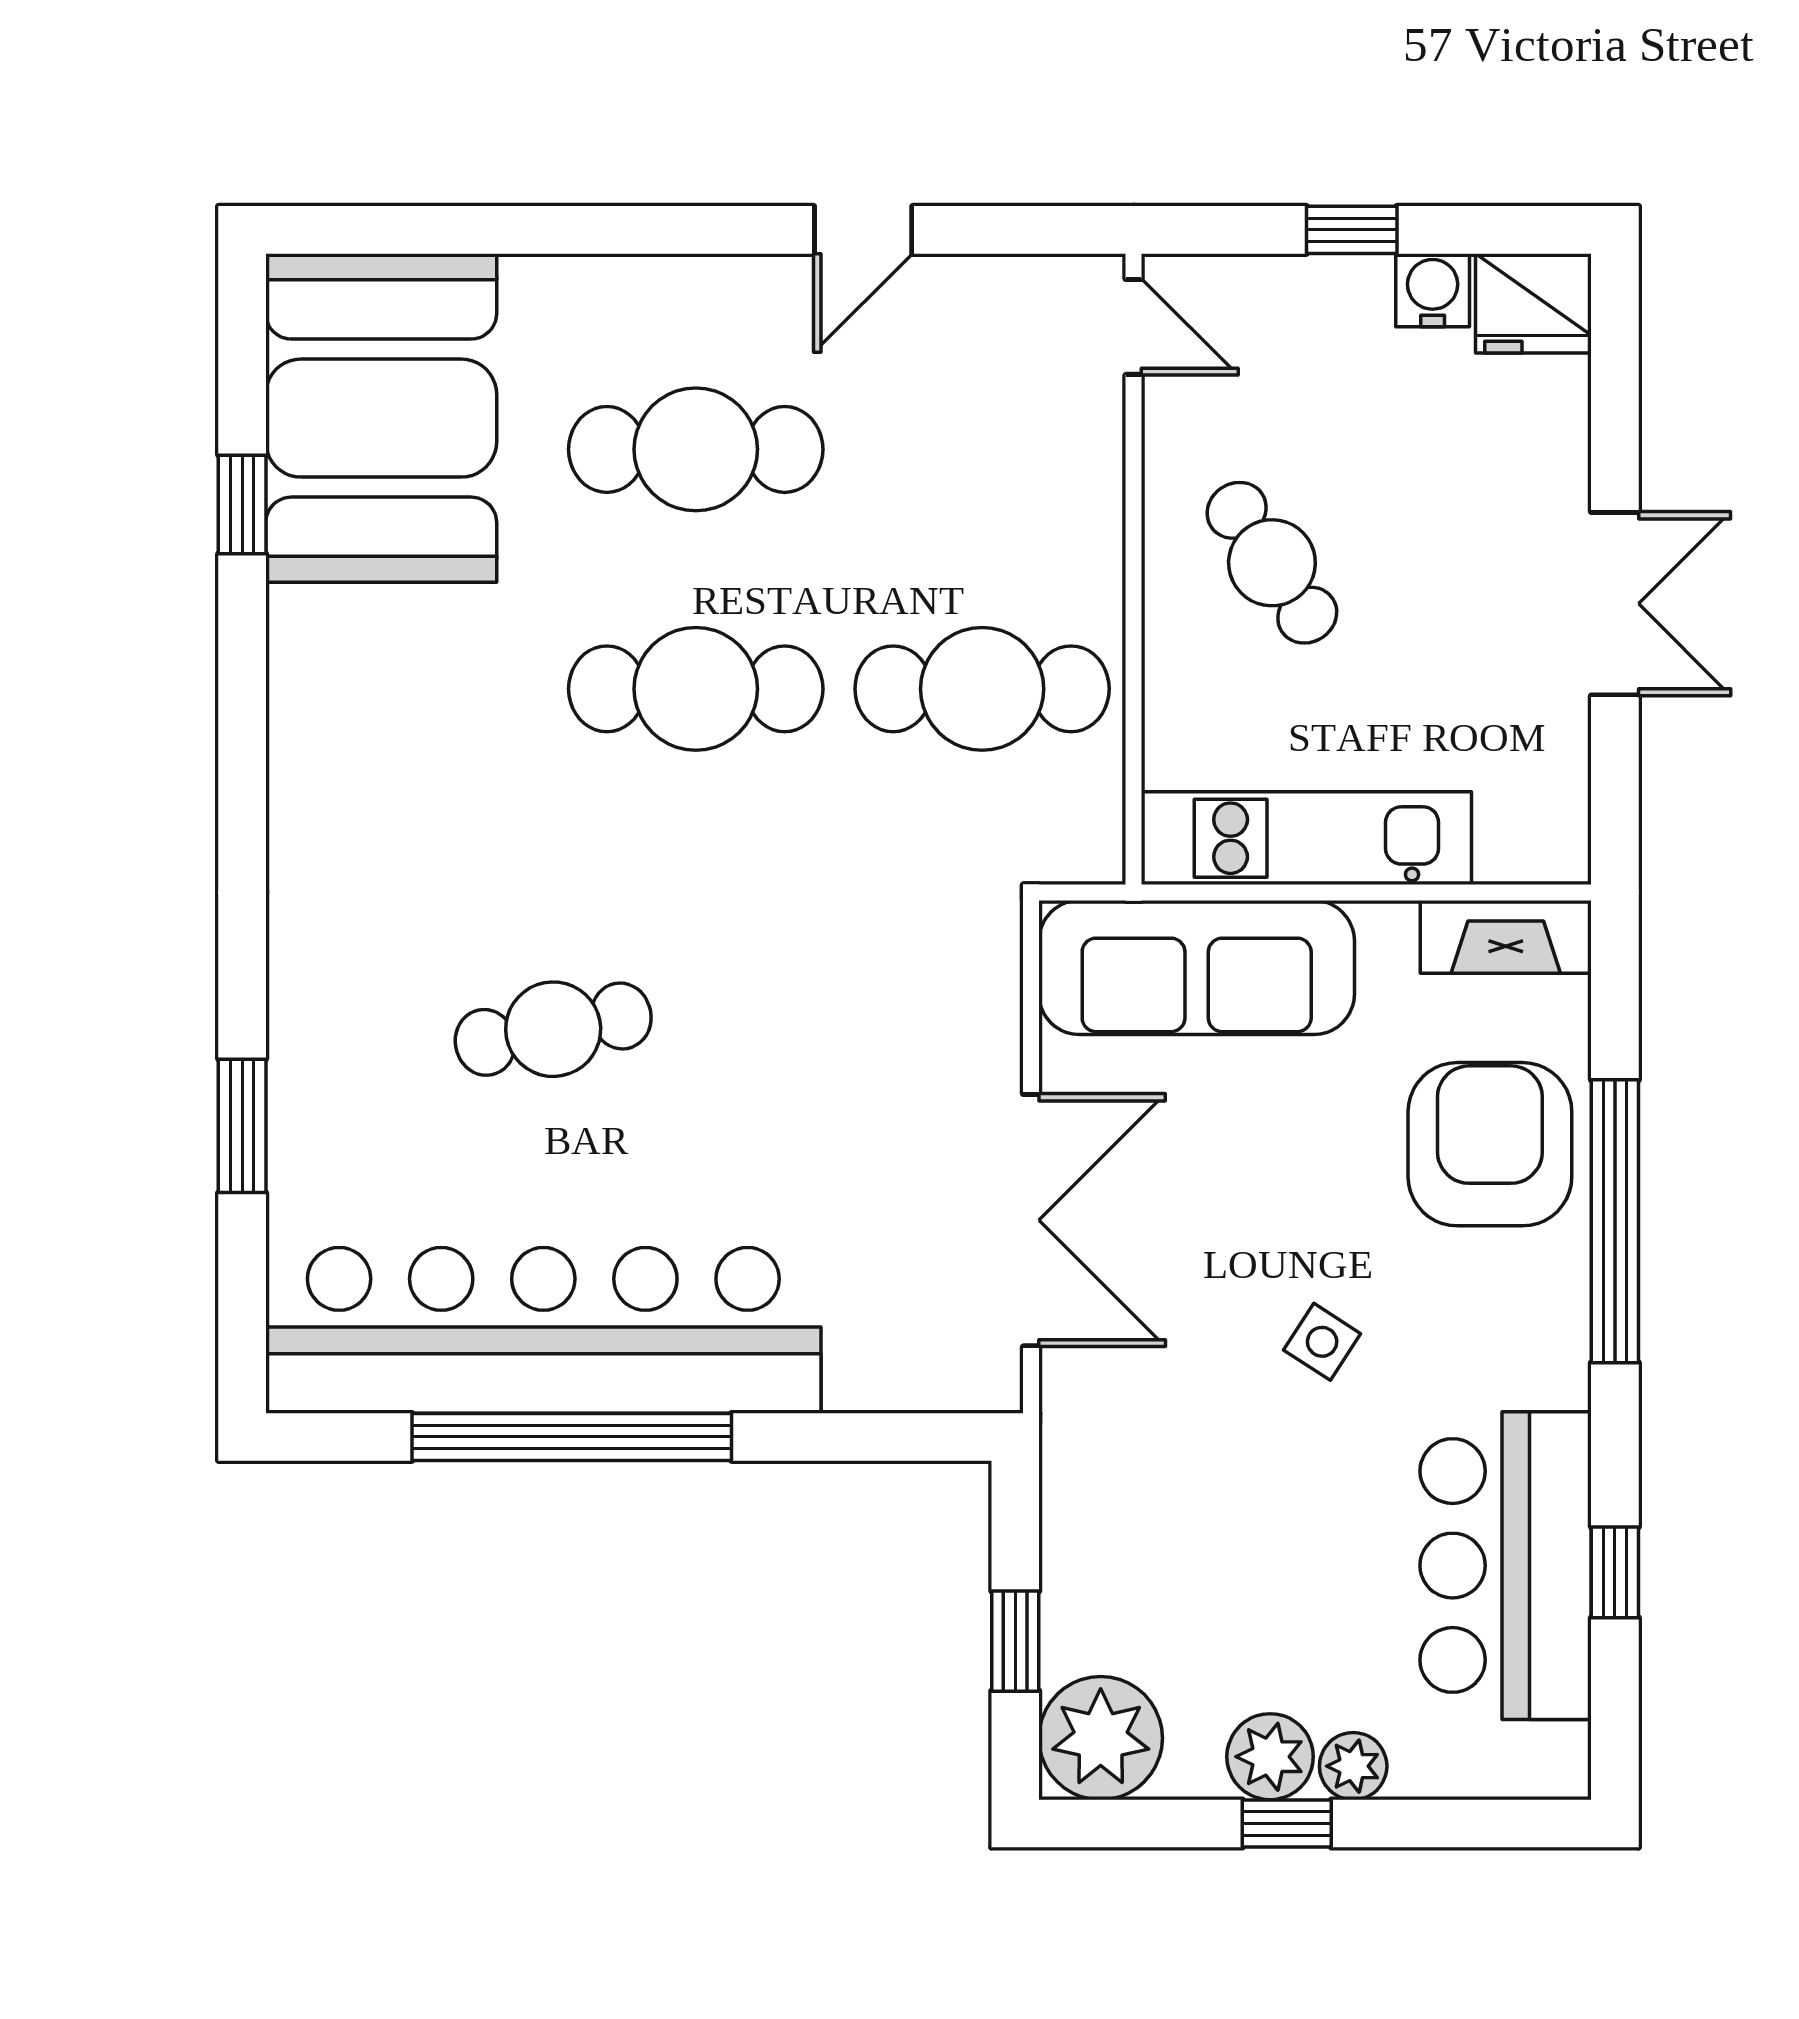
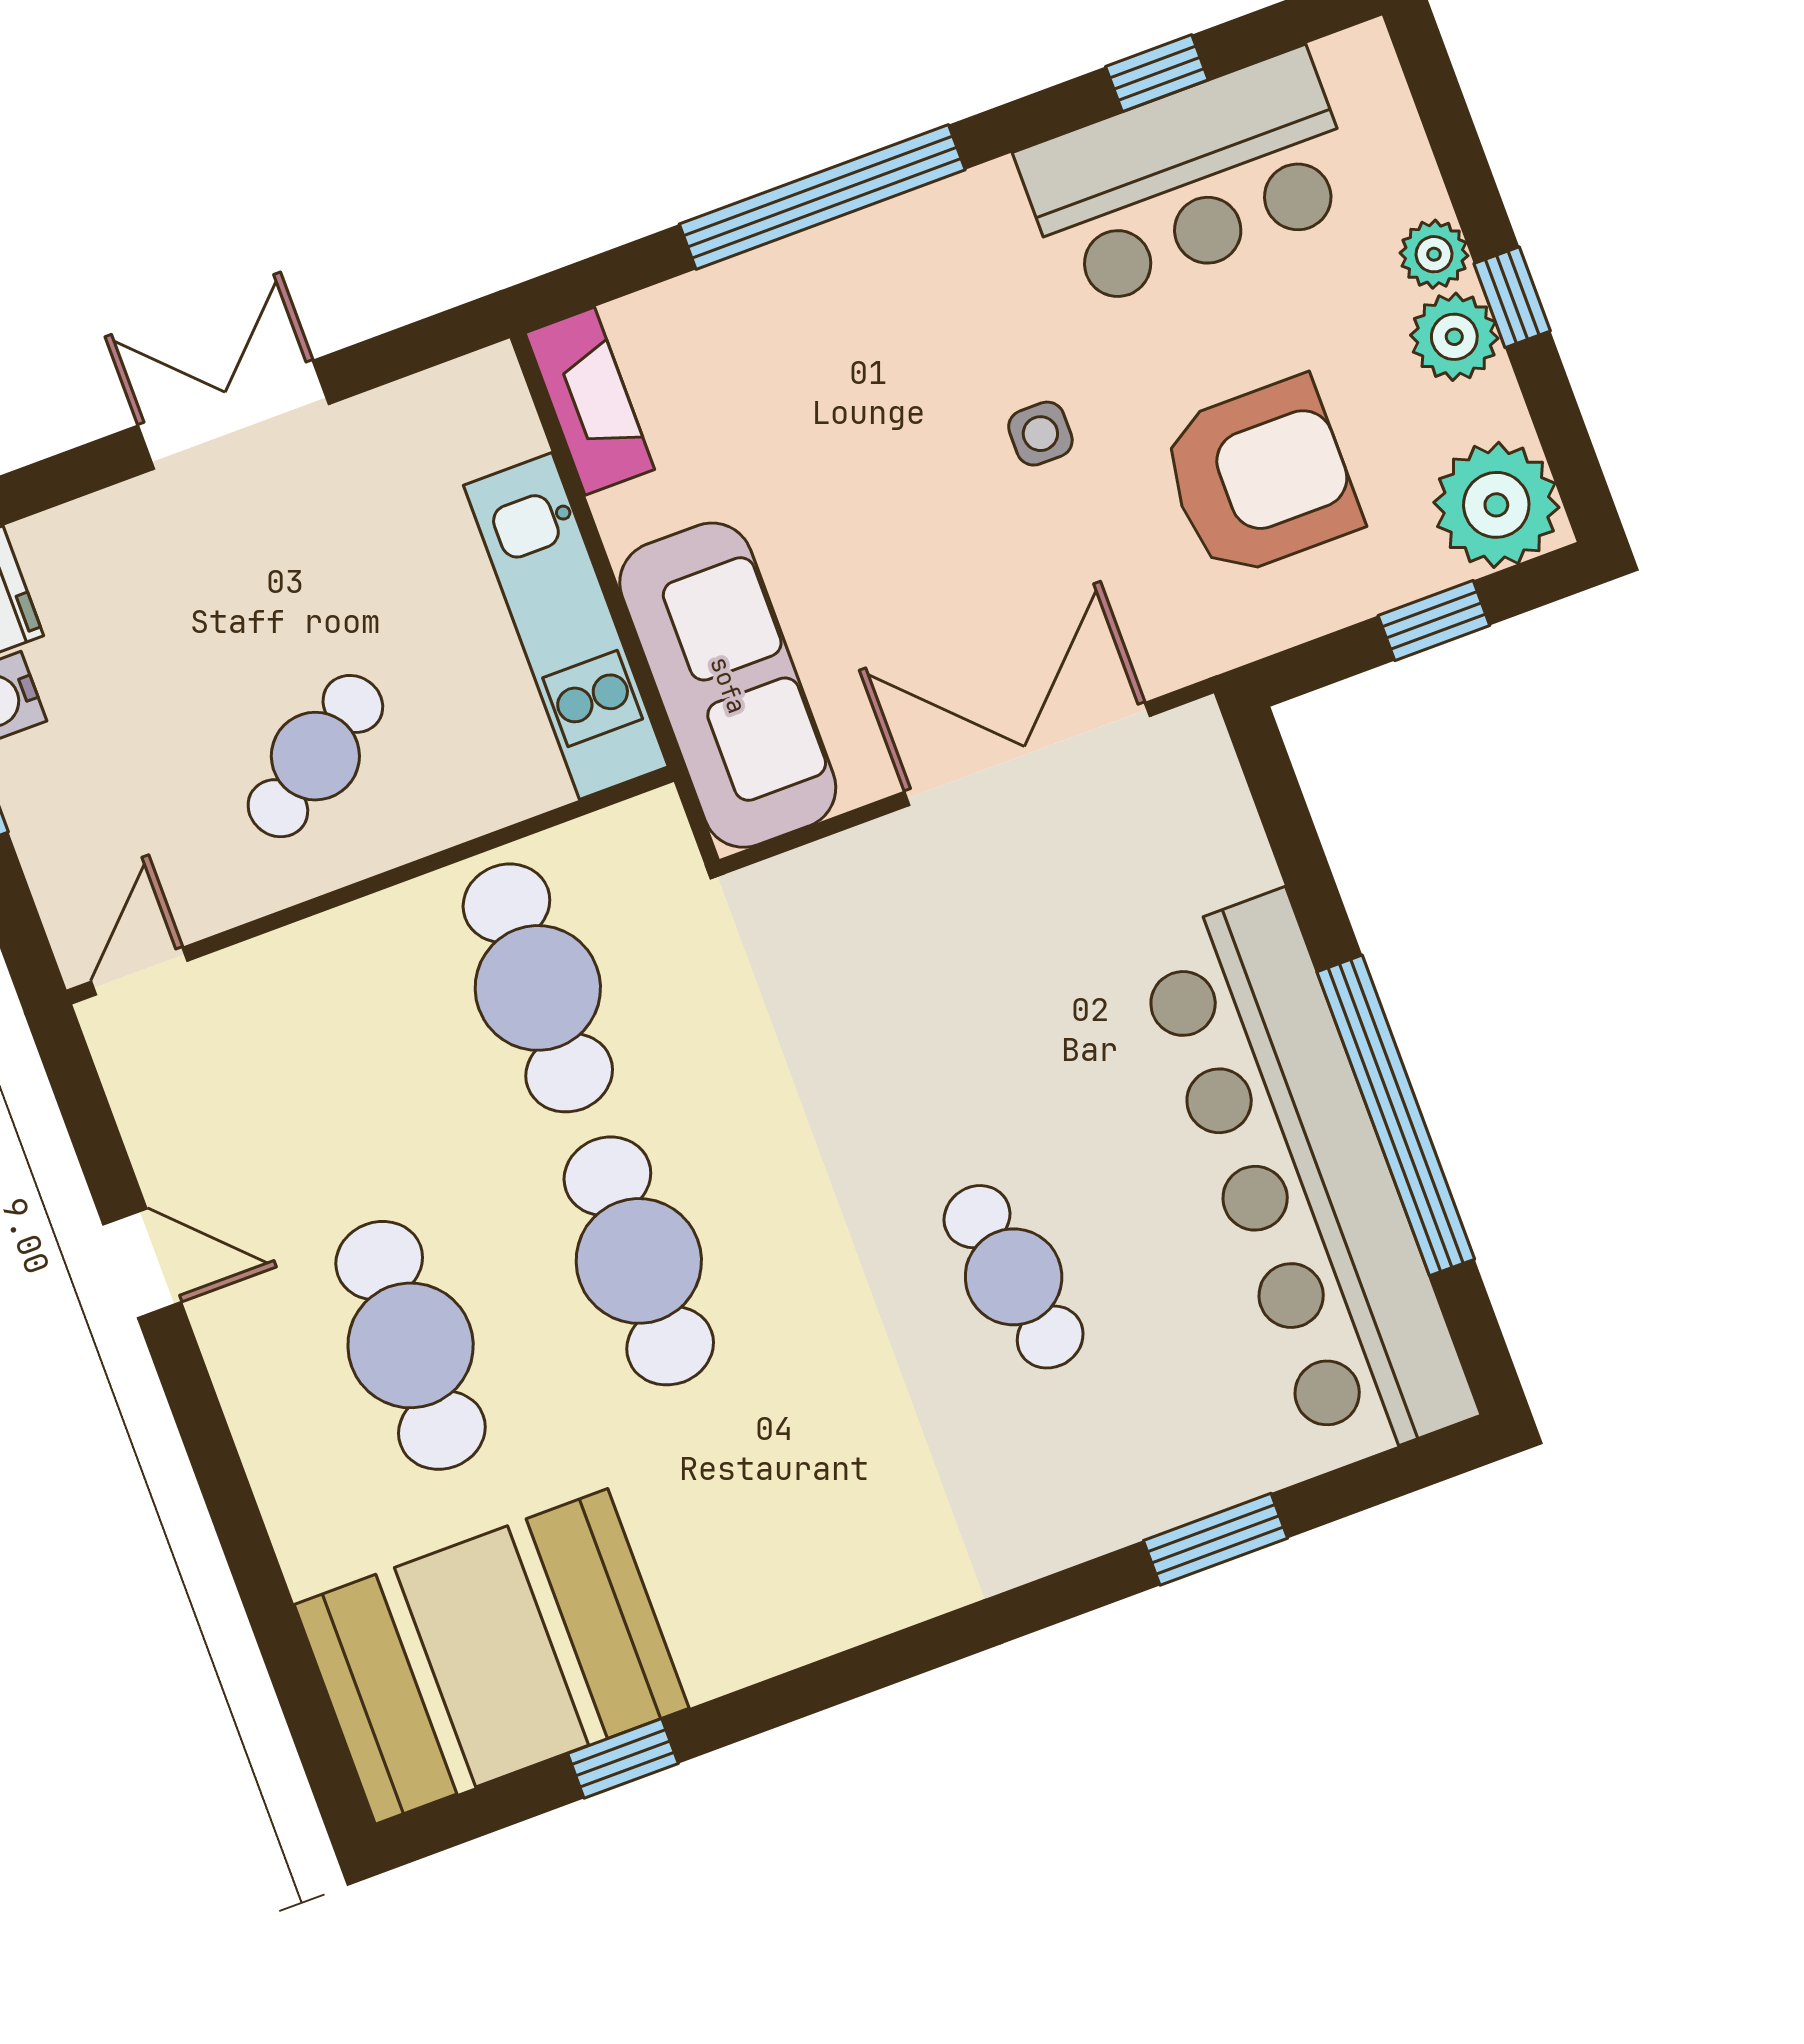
armchair: (1490, 1144) -> (1260, 478), moved, turned 180
side table: (1322, 1342) -> (1040, 434), turned -33

